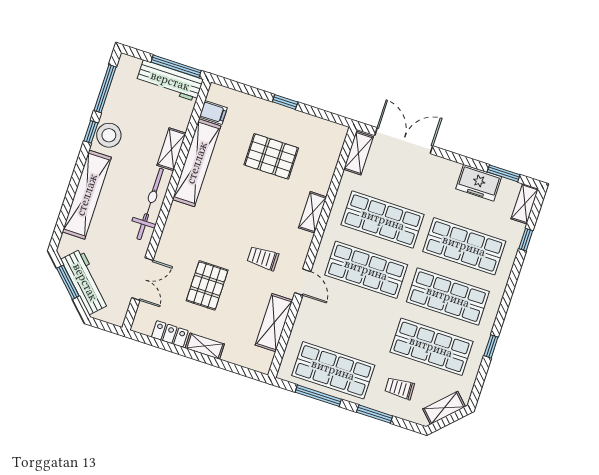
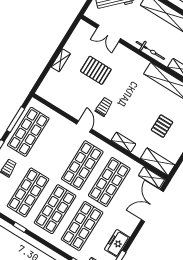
double door: (404, 141) -> (152, 206), swing flipped
pallet: (271, 156) -> (162, 126), width x0.67, depth x0.71
bicycle: (150, 204) -> (150, 50), width x0.73, depth x0.71
door: (303, 282) -> (84, 127), swing flipped
shelving: (274, 323) -> (158, 162), moved
locker: (170, 334) -> (73, 42), removed

